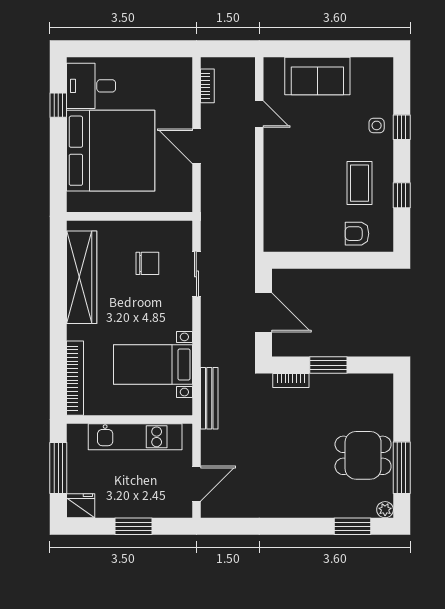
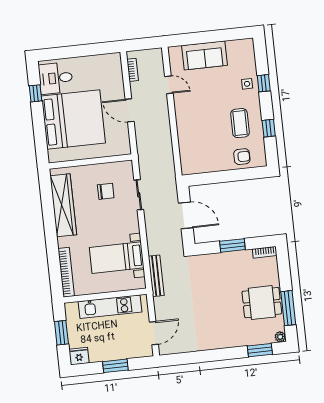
armchair: (357, 234) -> (242, 157), turned 180
bookcase: (291, 381) -> (265, 252), moved
window: (58, 468) -> (61, 333), width x0.69

